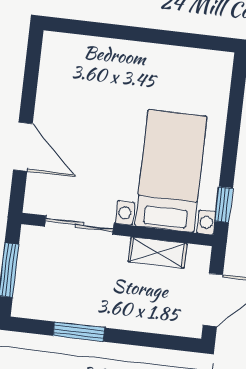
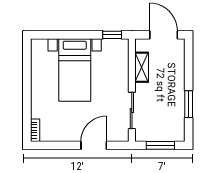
bookcase: (64, 41) -> (35, 130), added
bed with nightstands: (171, 171) -> (75, 70), moved, turned -90

